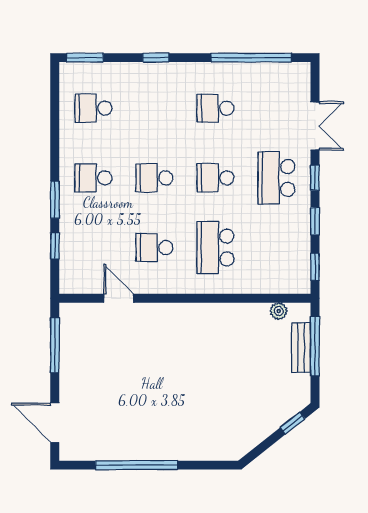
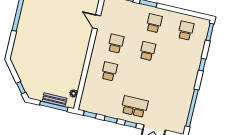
school desk: (215, 108) -> (173, 86), removed
school desk: (215, 178) -> (141, 79), removed
school desk: (215, 248) -> (109, 71), width x0.54
door: (119, 298) -> (97, 22), swing flipped

